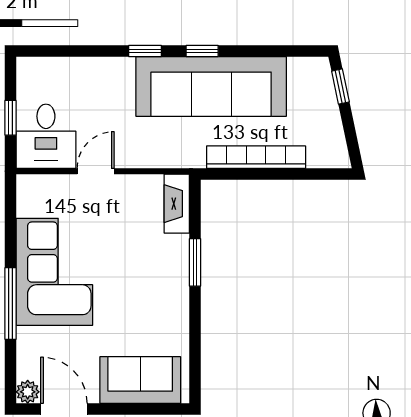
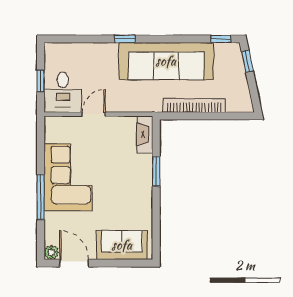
window: (202, 51) -> (221, 39), moved

